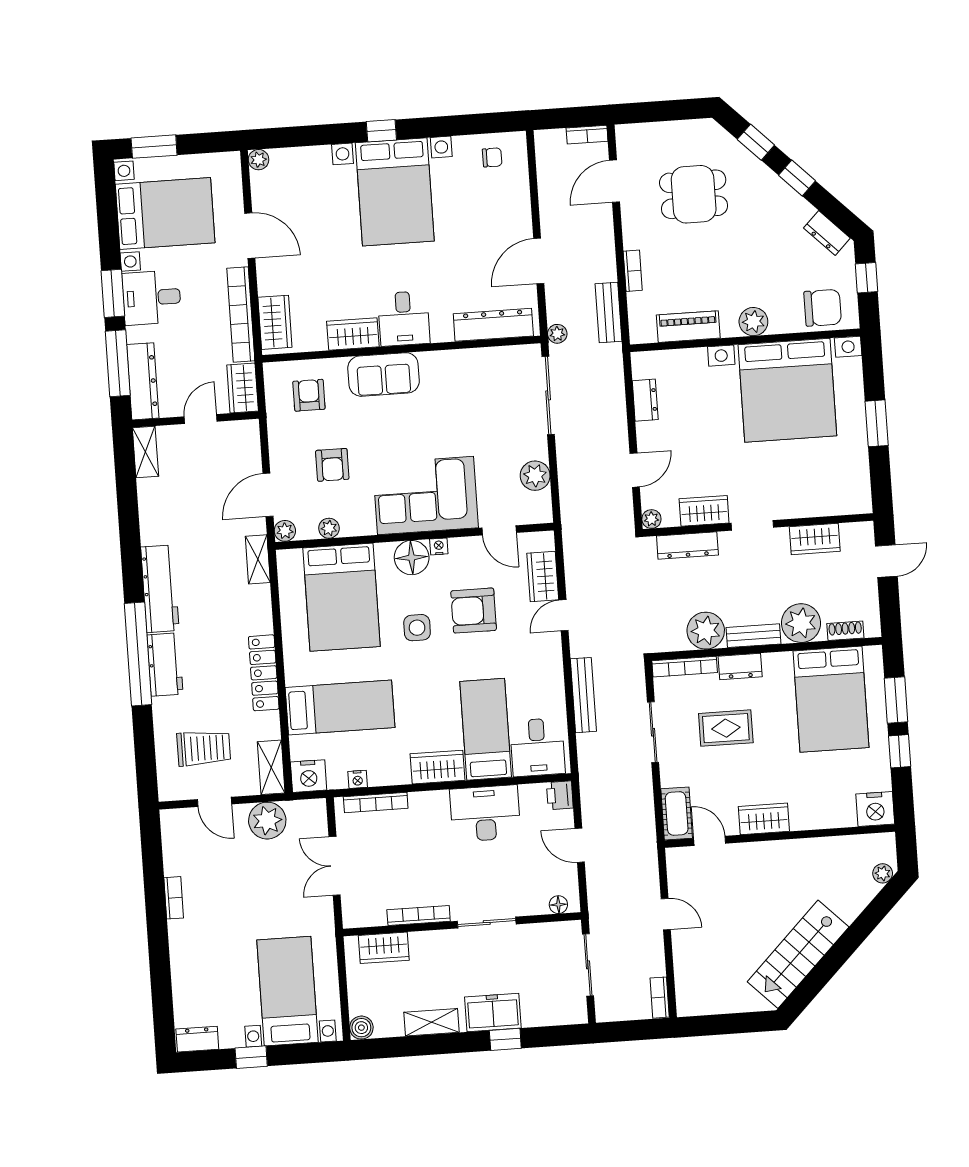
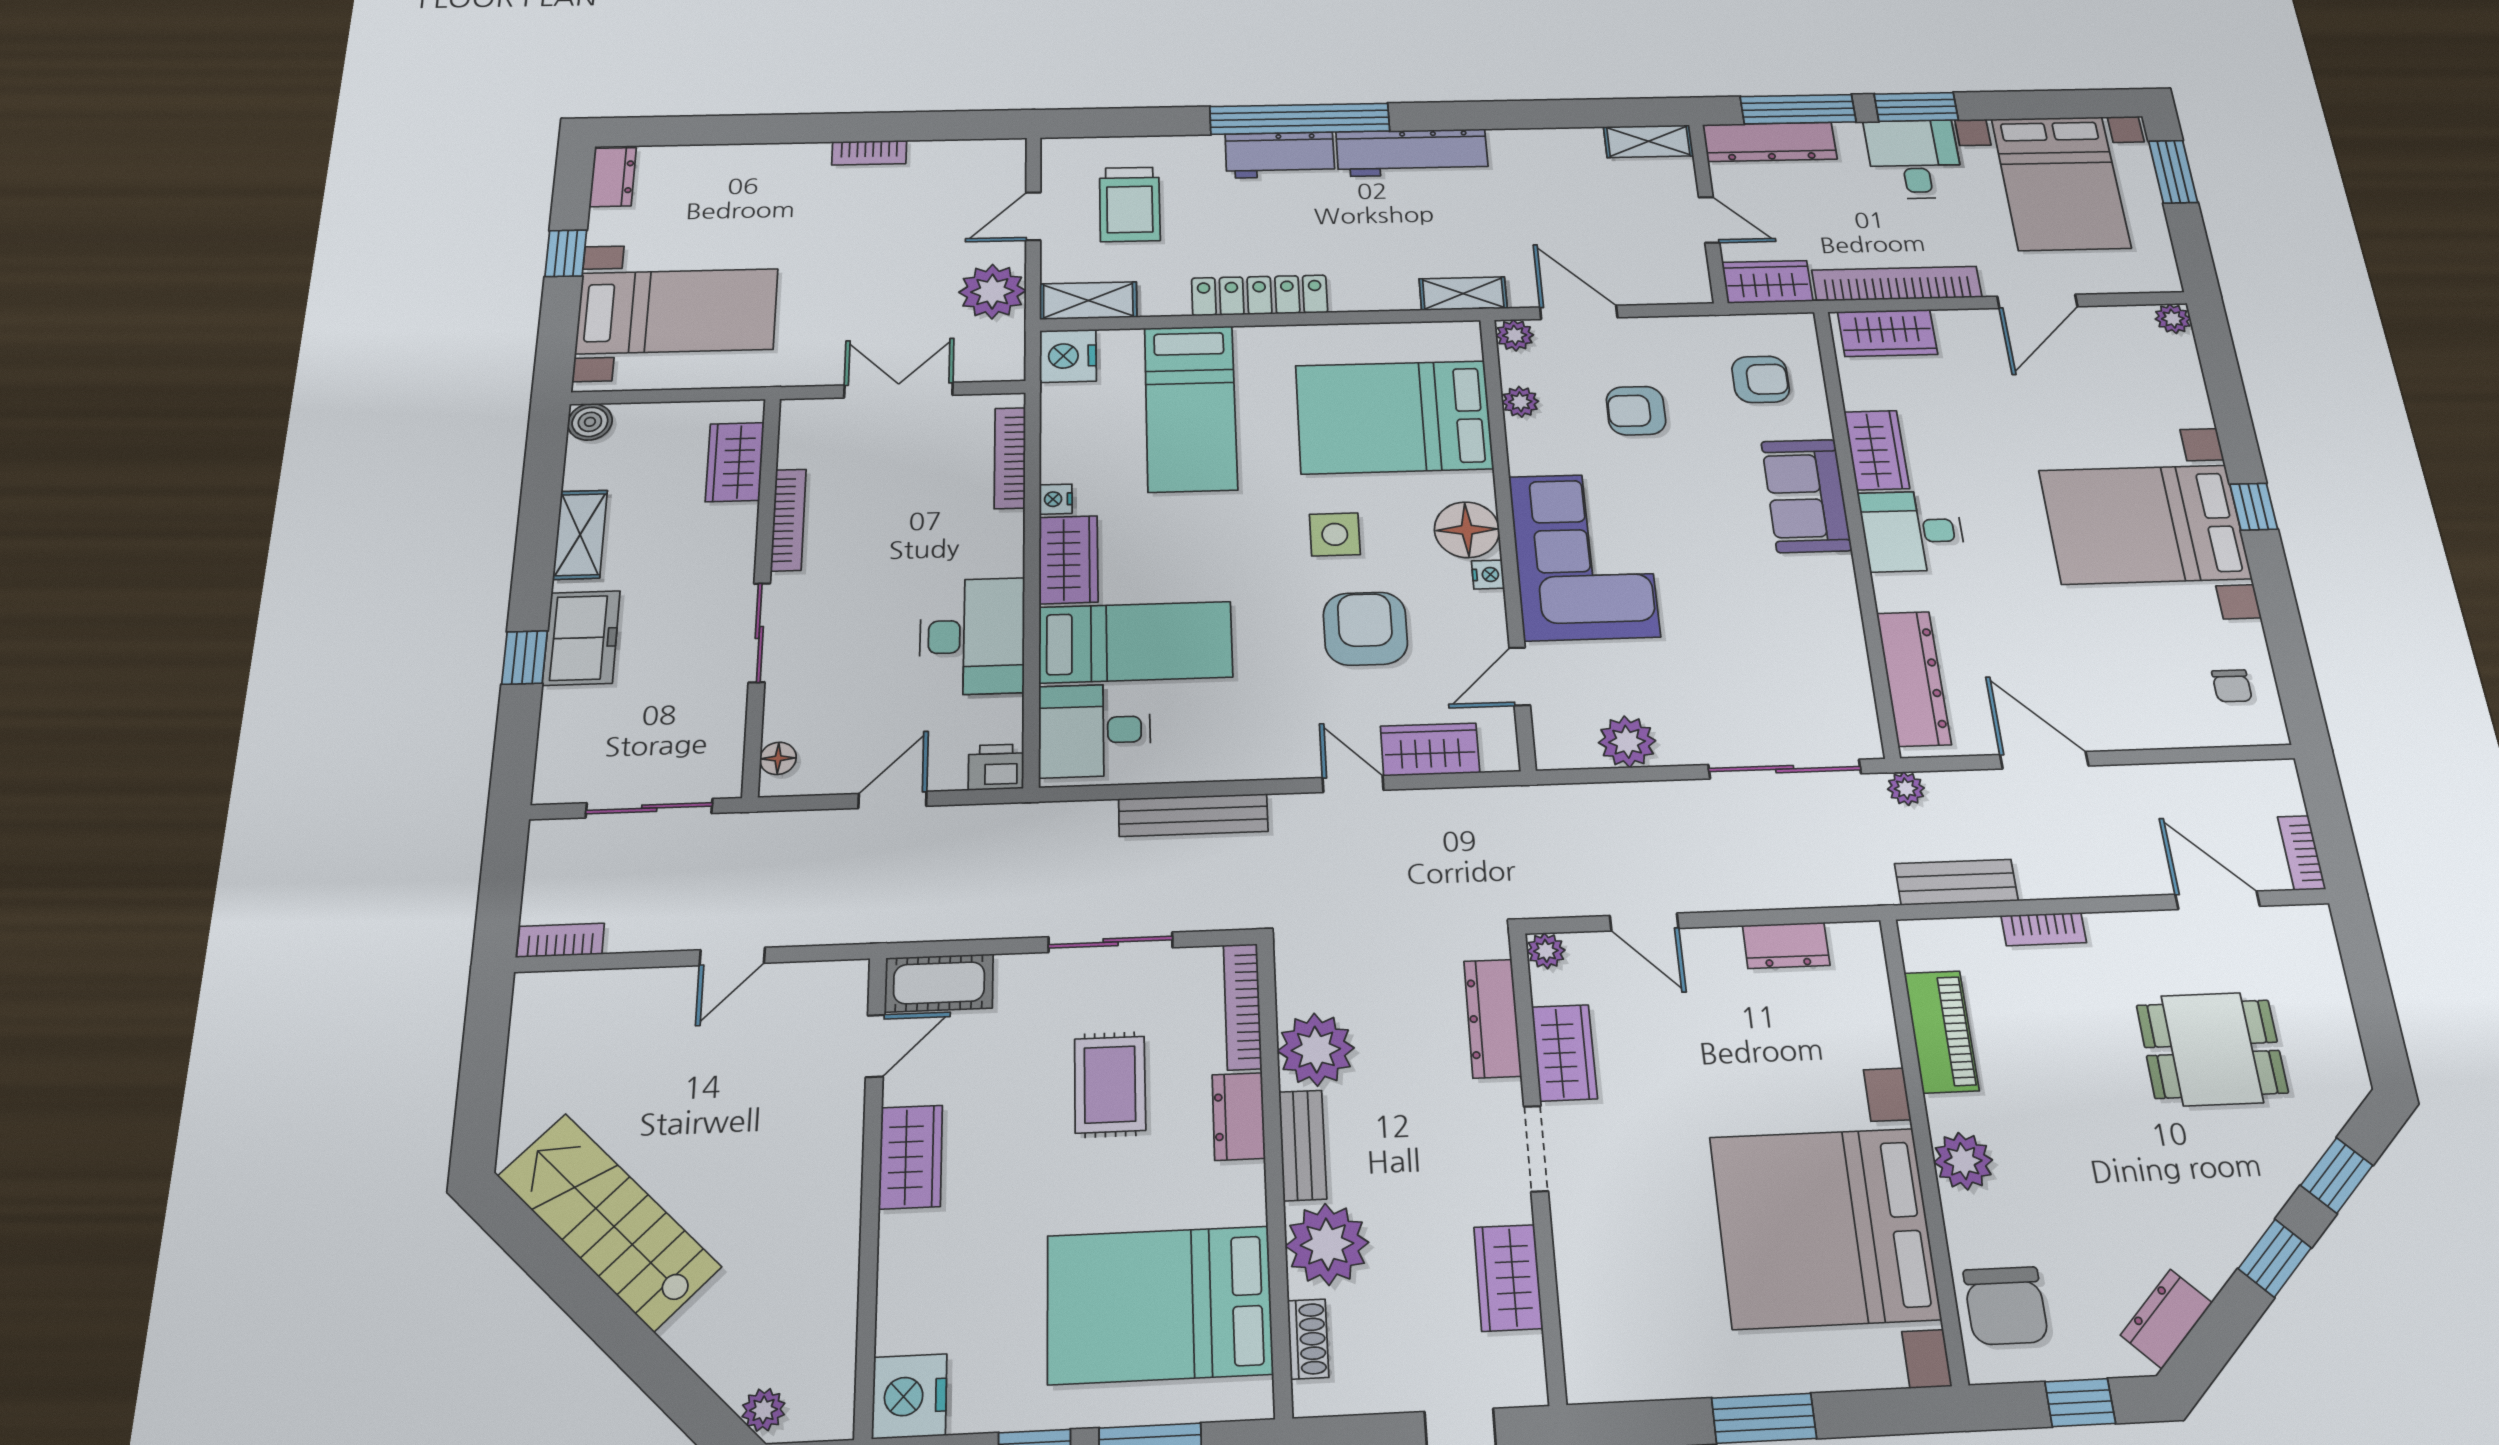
dining table: (694, 194) -> (2212, 1049), turned 90
nightstand: (358, 779) -> (1056, 499), moved

